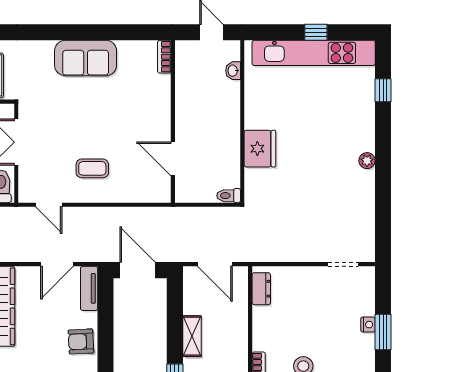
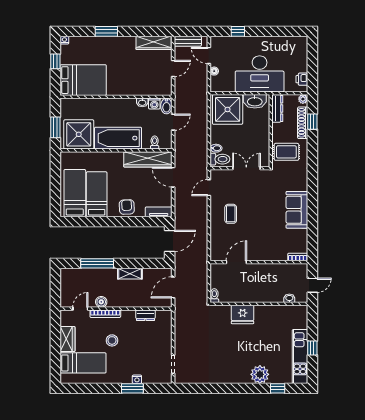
kitchen unit: (314, 53) -> (300, 357), width x0.73
plant: (367, 161) -> (260, 374), moved, width x1.87, depth x1.87
door: (57, 264) -> (173, 177), moved
dresser: (261, 289) -> (145, 315), moved

